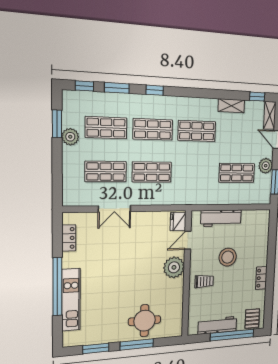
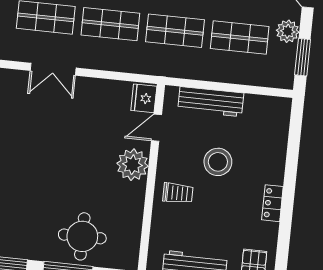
shop shelf: (195, 172) -> (175, 31), added

